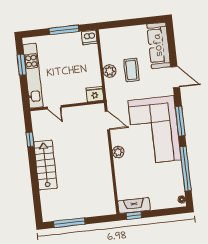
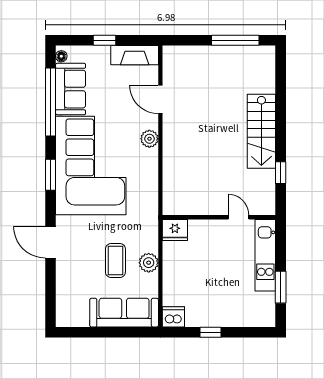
window: (64, 30) -> (211, 332), width x0.46
sofa: (159, 45) -> (124, 313), moved, turned -90
kitchen unit: (33, 76) -> (265, 255), width x0.73
door: (107, 120) -> (160, 99), moved
window: (180, 121) -> (50, 175), width x0.69
sofa: (173, 179) -> (71, 89), added
window: (134, 215) -> (104, 40), moved

